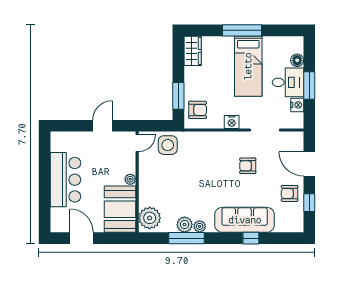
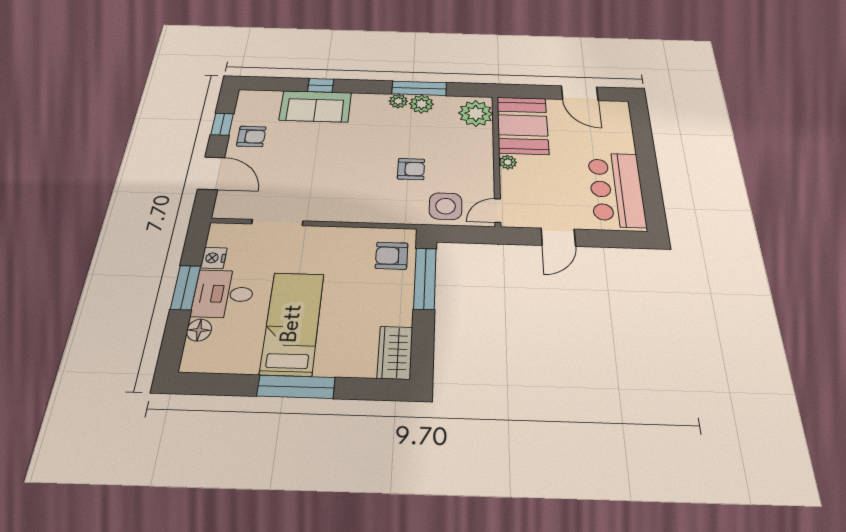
window: (178, 96) -> (425, 278), width x1.44
nightstand: (232, 122) -> (333, 236), removed
armchair: (248, 166) -> (411, 169), moved
bar counter: (65, 180) -> (616, 189), moved
sofa: (245, 220) -> (315, 106), width x0.73

